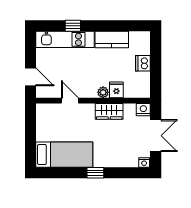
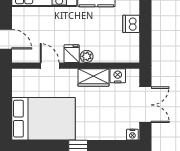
fridge: (116, 90) -> (72, 54), moved
nightstand: (143, 110) -> (118, 76), moved
bed: (64, 155) -> (43, 119), width x1.50

